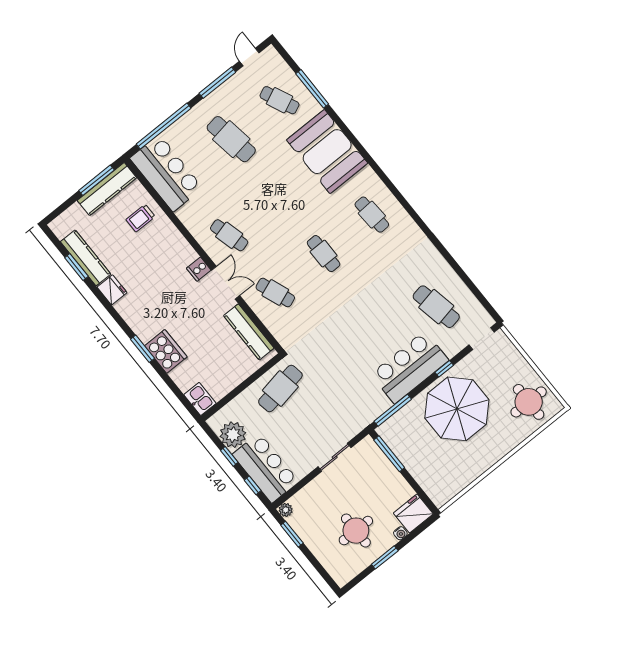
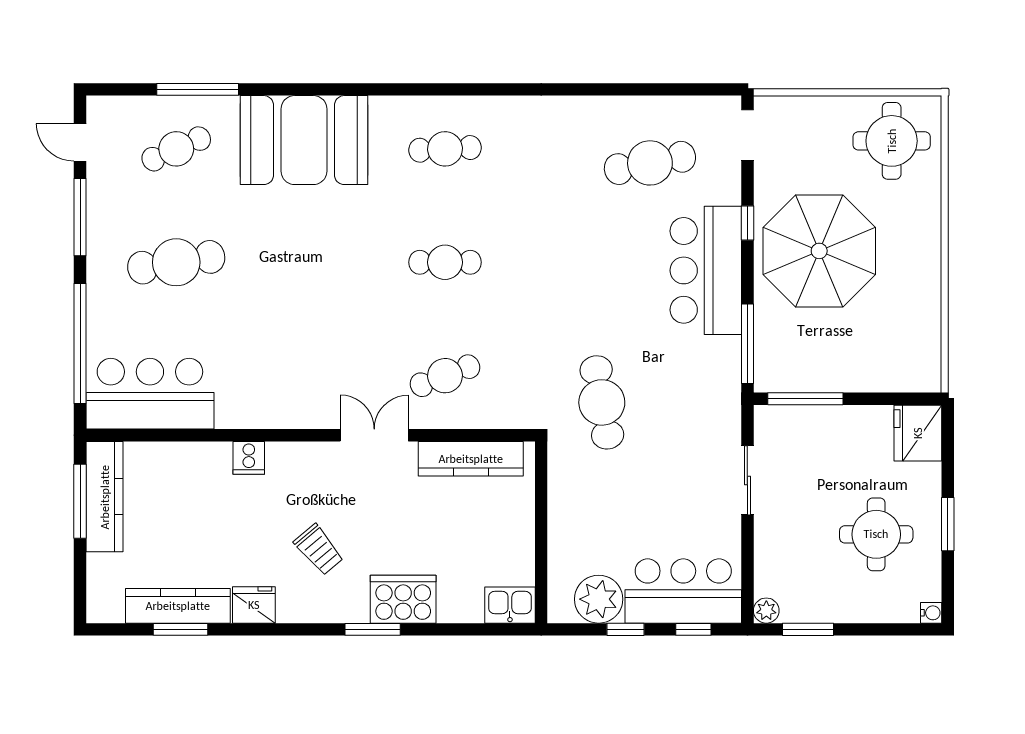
trolley: (140, 218) -> (319, 550), moved, turned -40
cafe table: (229, 235) -> (311, 376), removed
cooker: (199, 269) -> (249, 458), moved
cafe table: (280, 389) -> (602, 402), moved
water cooler: (400, 533) -> (931, 613), moved

